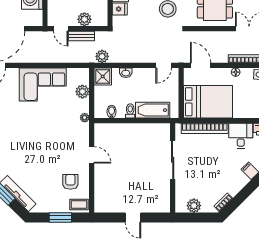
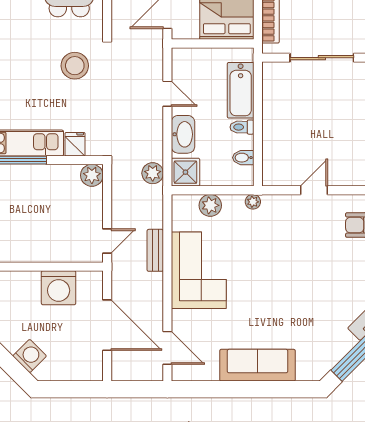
plant: (84, 19) -> (92, 175), moved
bench: (82, 36) -> (155, 250), moved
door: (164, 65) -> (167, 94), moved
washbasin: (126, 73) -> (183, 134), width x1.91, depth x1.45

